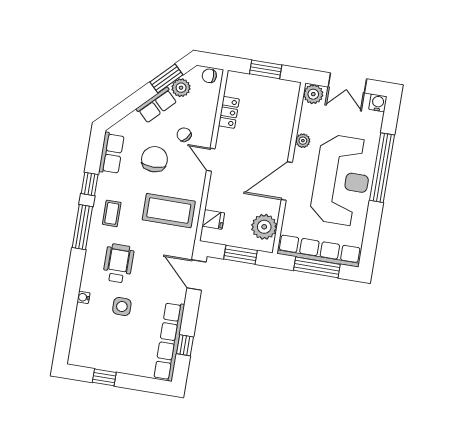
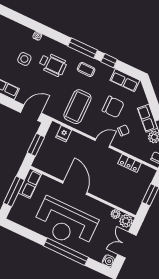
plant: (303, 141) -> (116, 214), moved
plant: (264, 227) -> (50, 165), removed
row of seats: (319, 251) -> (30, 183), width x0.50

